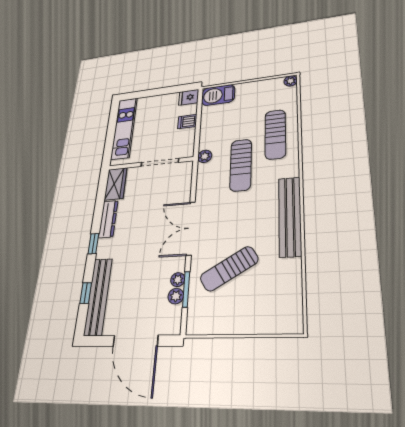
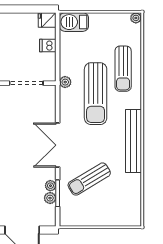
sun lounger: (241, 165) -> (96, 94), width x1.36, depth x1.34

